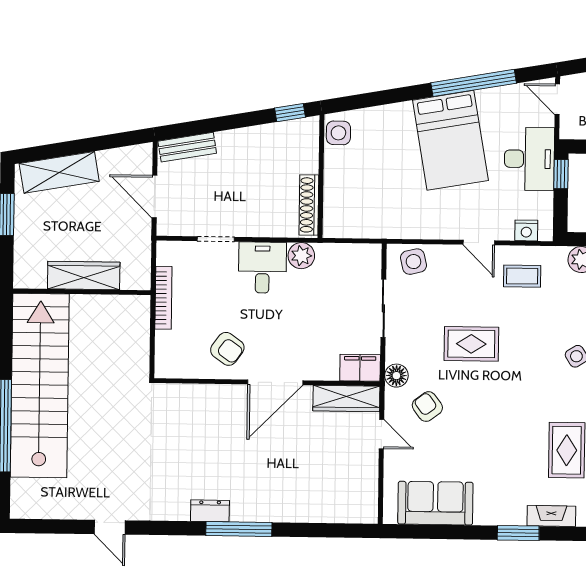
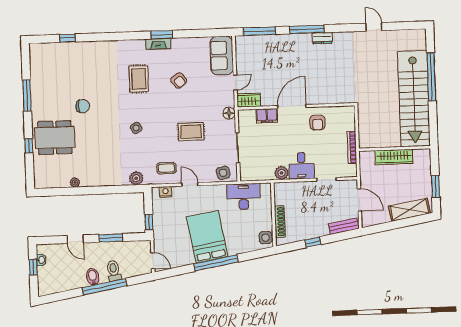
window: (474, 83) -> (216, 263), moved
window: (290, 113) -> (313, 242), moved
desk: (529, 159) -> (244, 197), moved, turned 90
shoe rack: (309, 205) -> (280, 222), moved
armchair: (227, 349) -> (317, 123), turned -126
filing cabinet: (360, 368) -> (267, 116), moved
wardrobe: (346, 399) -> (249, 100), width x0.67
armchair: (427, 407) -> (179, 81), moved
door: (382, 434) -> (235, 82), swing flipped
sofa: (435, 503) -> (222, 56), moved, turned 90
fireplace: (551, 516) -> (158, 44), moved
window: (330, 530) -> (259, 31), added

